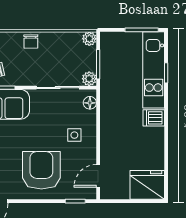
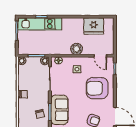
dishwasher: (154, 118) -> (67, 24), removed
plant: (110, 134) -> (77, 49), added
fridge: (147, 185) -> (94, 26), moved, turned -90

